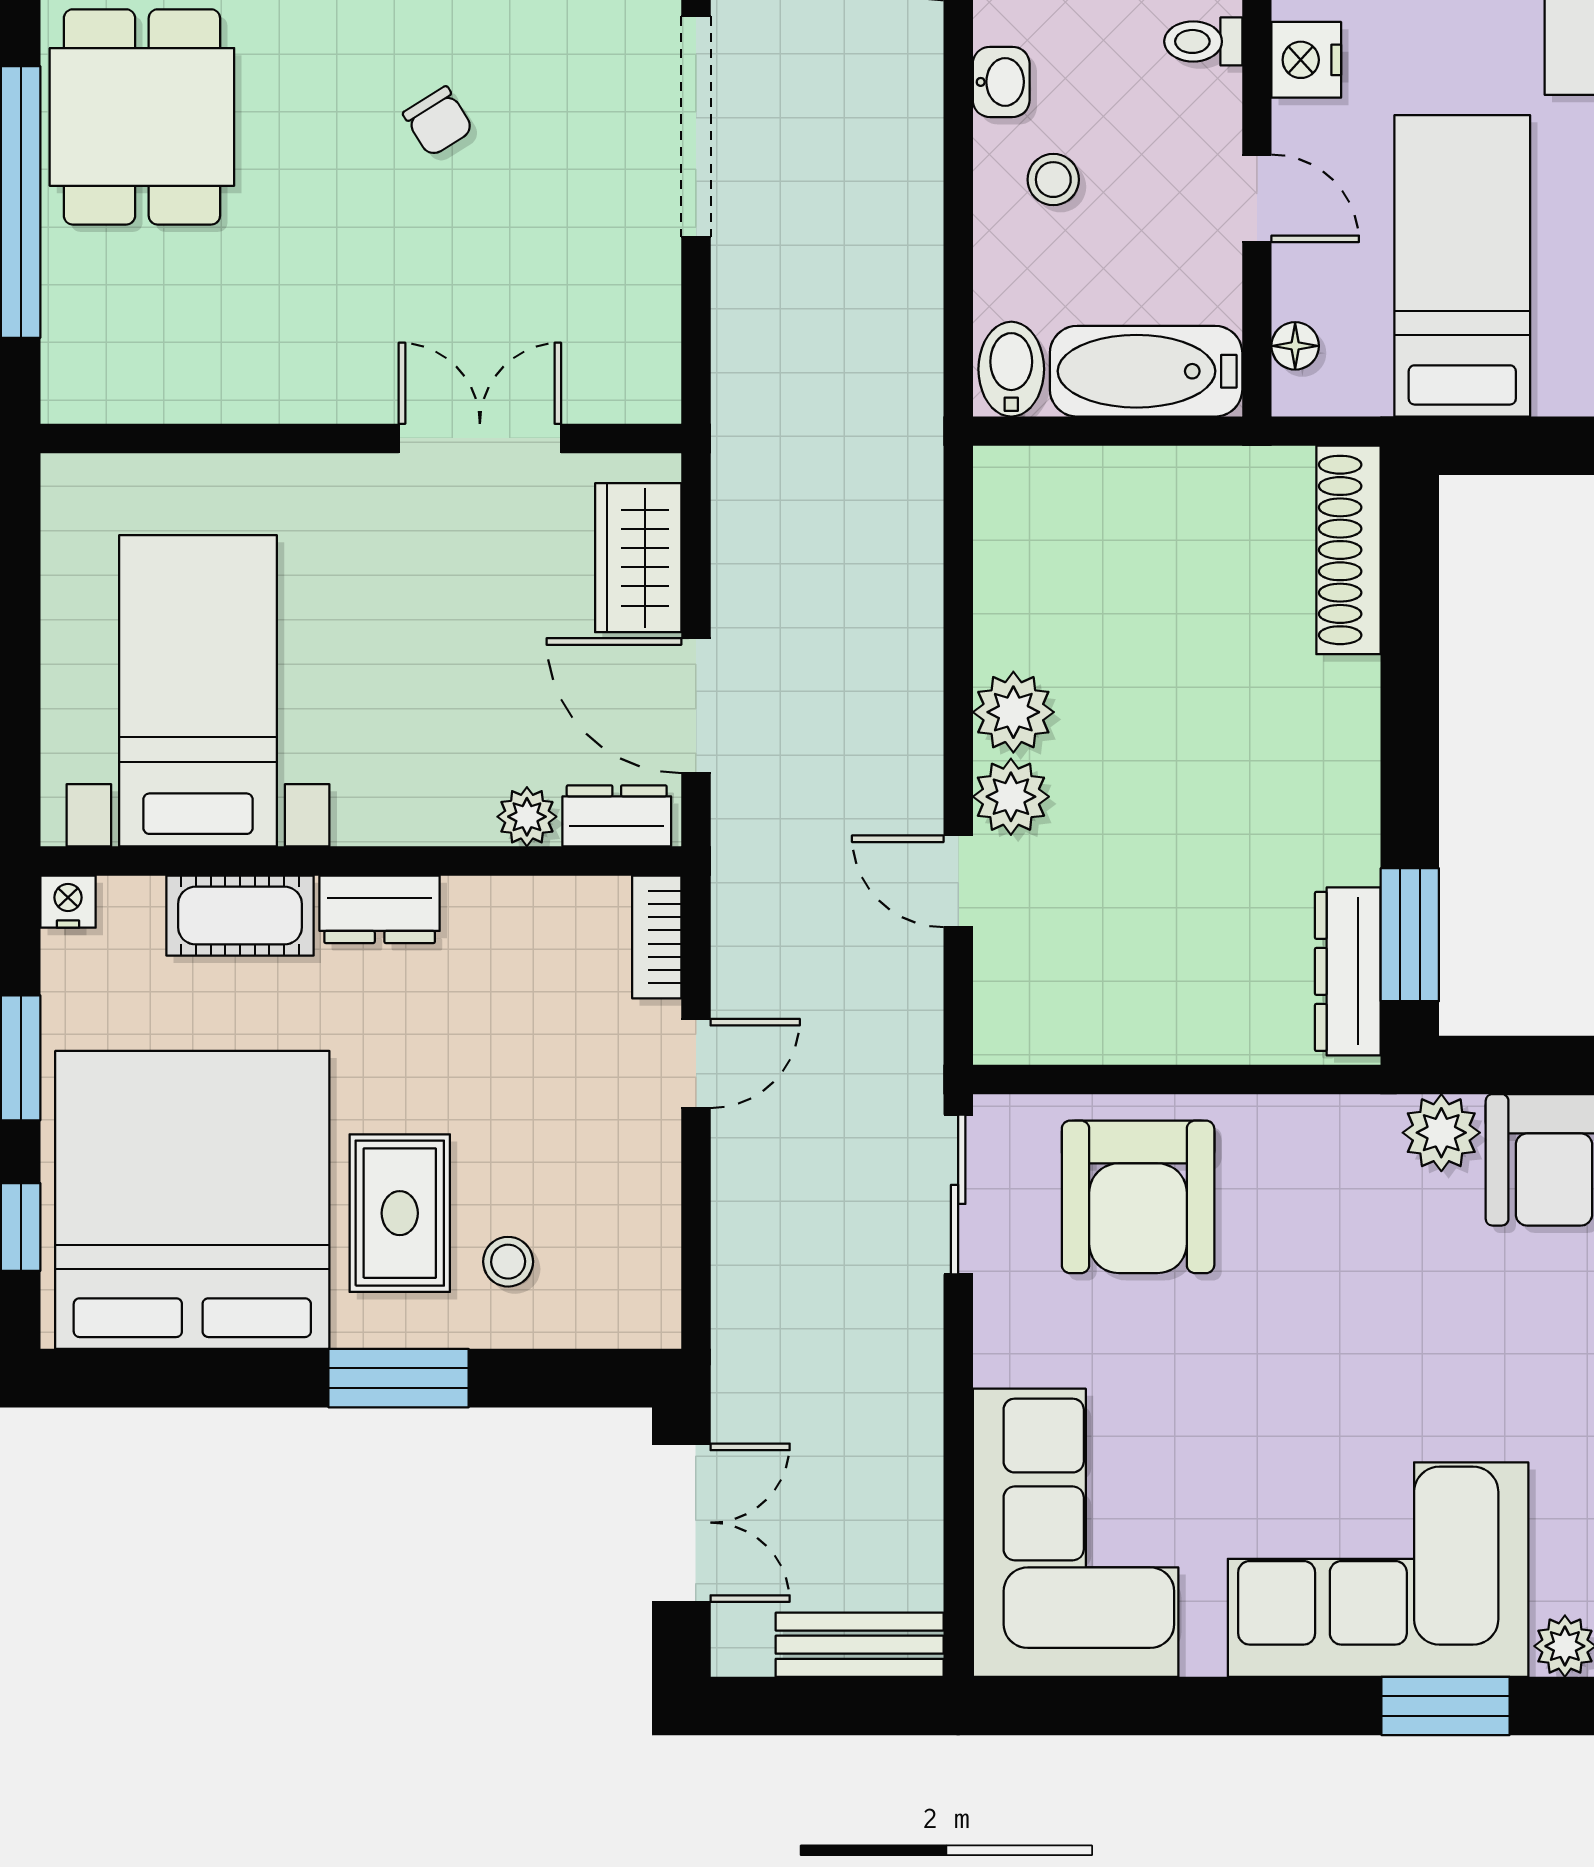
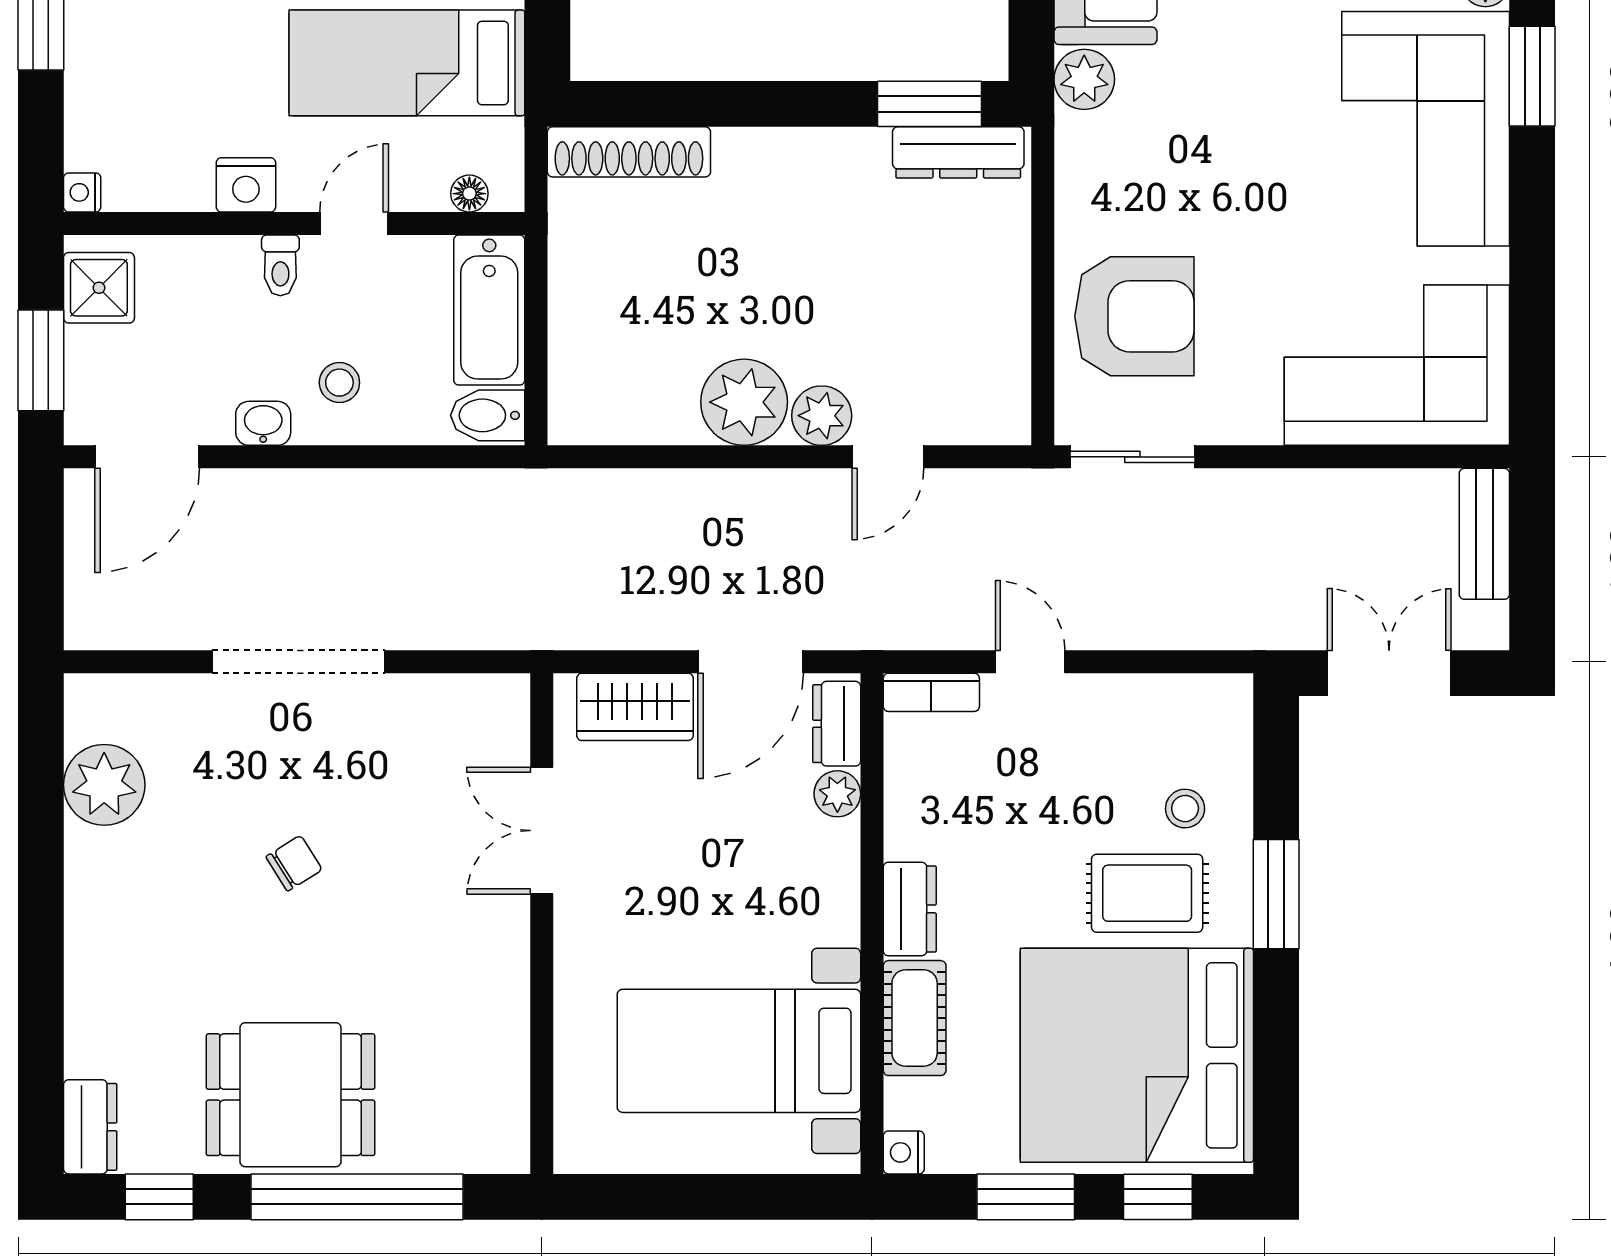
toilet: (1203, 41) -> (280, 265), moved
plant: (1013, 712) -> (744, 402), width x1.36, depth x1.36

